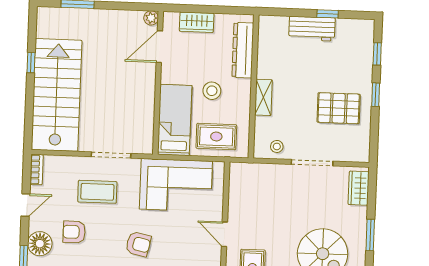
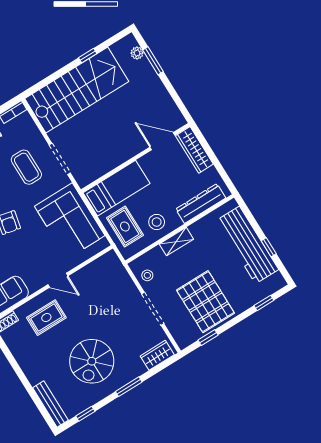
plant: (151, 18) -> (137, 53), moved
wardrobe: (197, 22) -> (194, 150), width x1.50
workbench: (312, 29) -> (247, 245), width x1.88, depth x1.32
stool: (212, 91) -> (157, 222), moved
window: (376, 95) -> (208, 338), moved
pallet: (339, 108) -> (205, 302), width x1.37, depth x1.41
door: (224, 234) -> (58, 280), swing flipped

